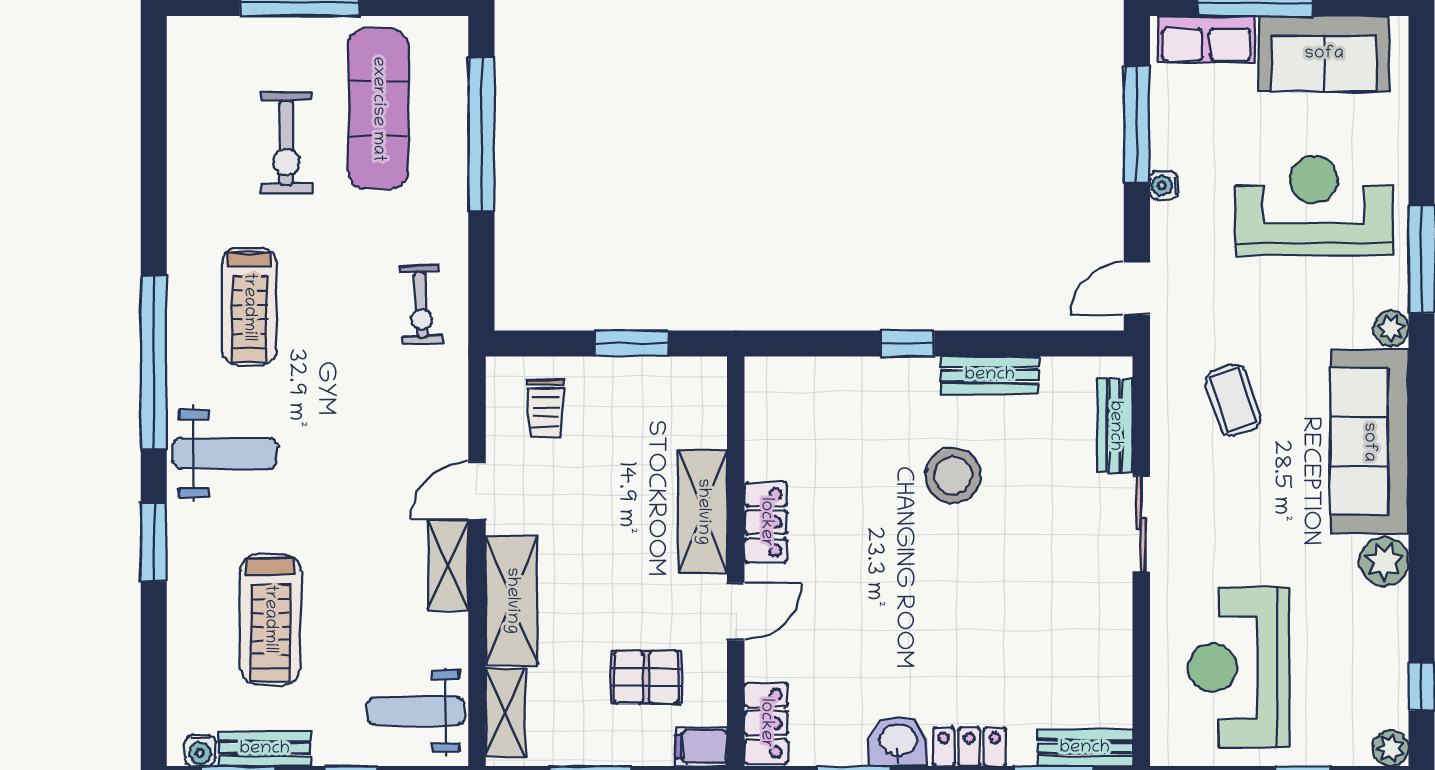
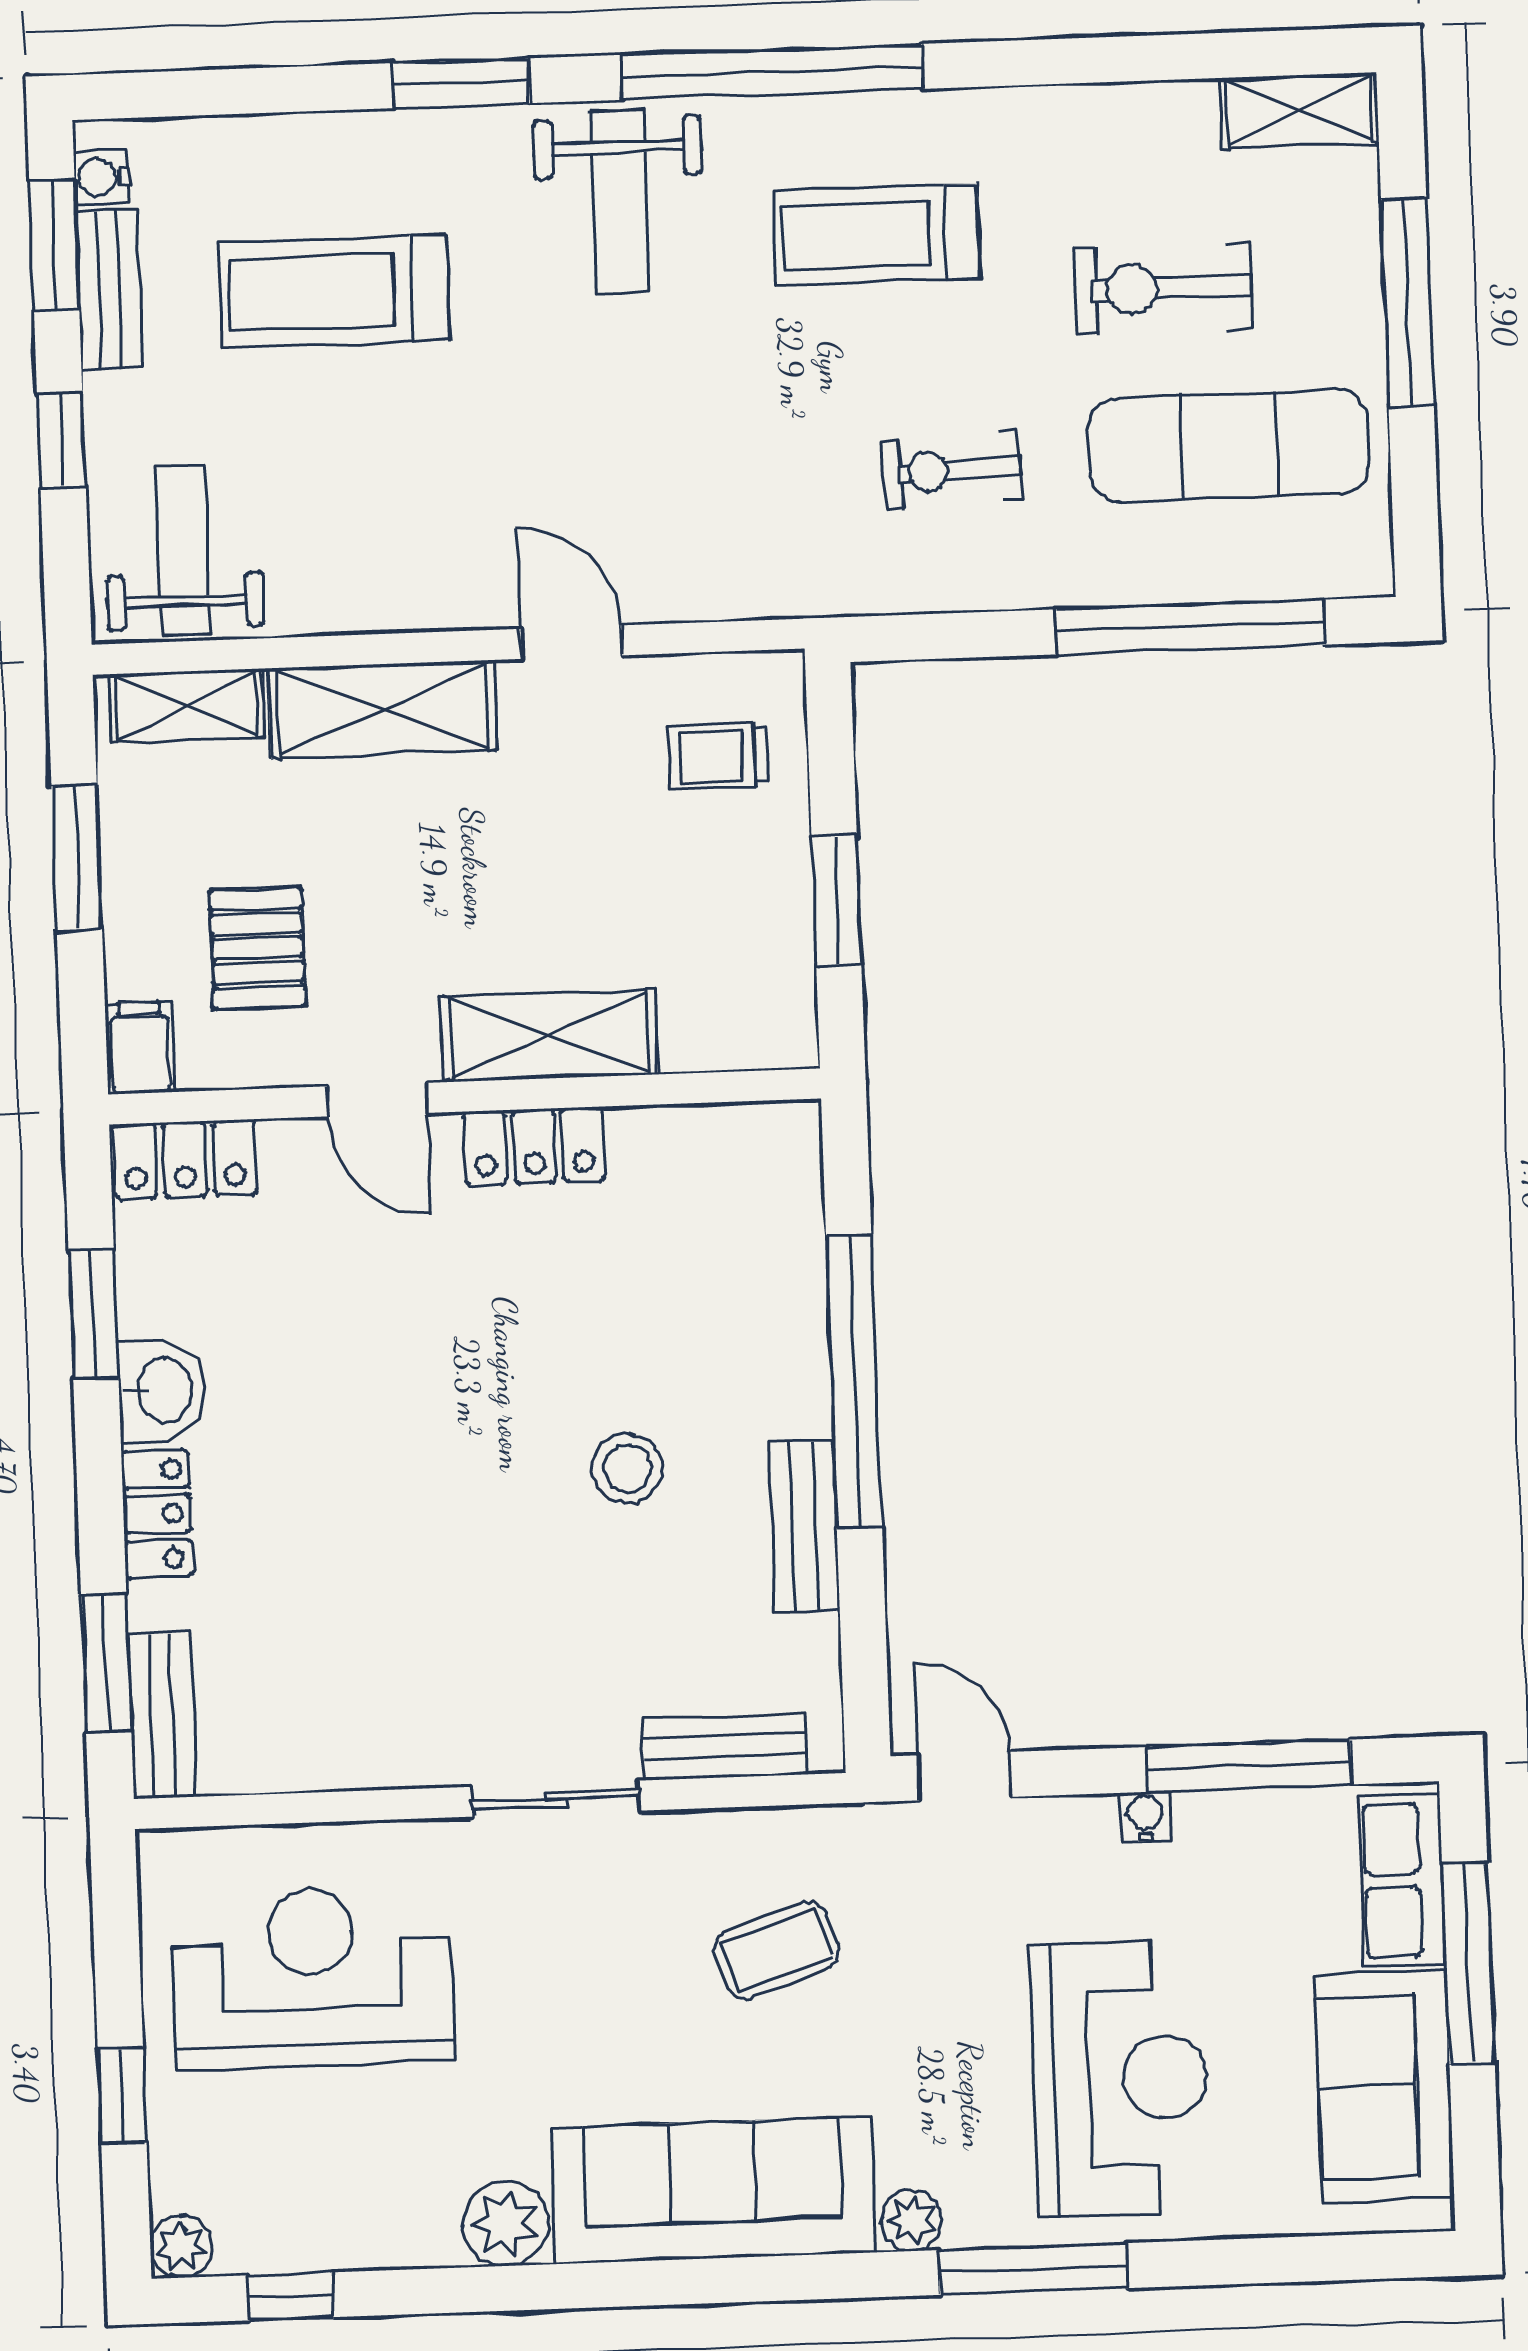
exercise bike: (421, 305) -> (952, 470), moved
window: (908, 344) -> (854, 1381), width x3.17
stool: (953, 476) -> (627, 1469), width x0.73, depth x0.73
shelving: (448, 565) -> (1299, 110), moved

